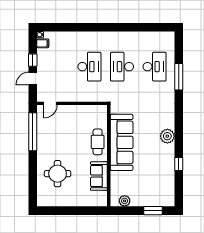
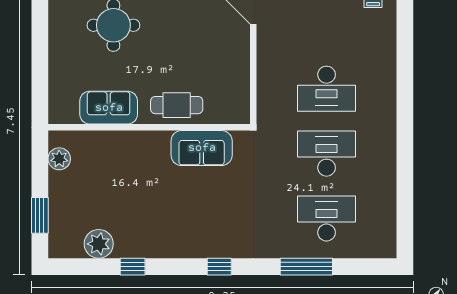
desk: (155, 67) -> (327, 218), turned 180
window: (179, 121) -> (219, 267), added
plant: (167, 136) -> (99, 244), moved
sofa: (122, 142) -> (202, 148), width x0.54, depth x0.79

